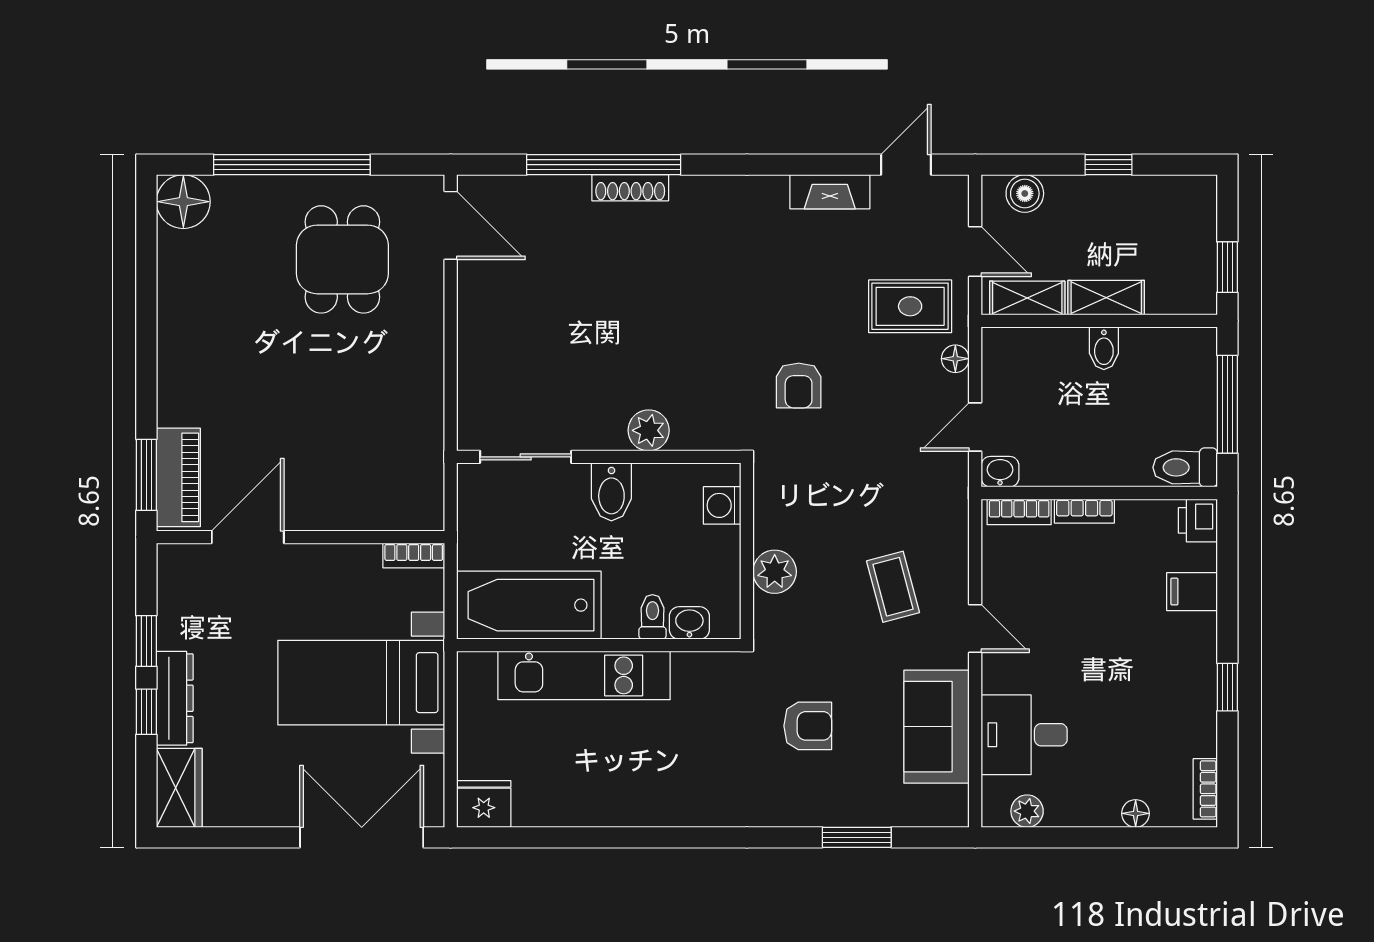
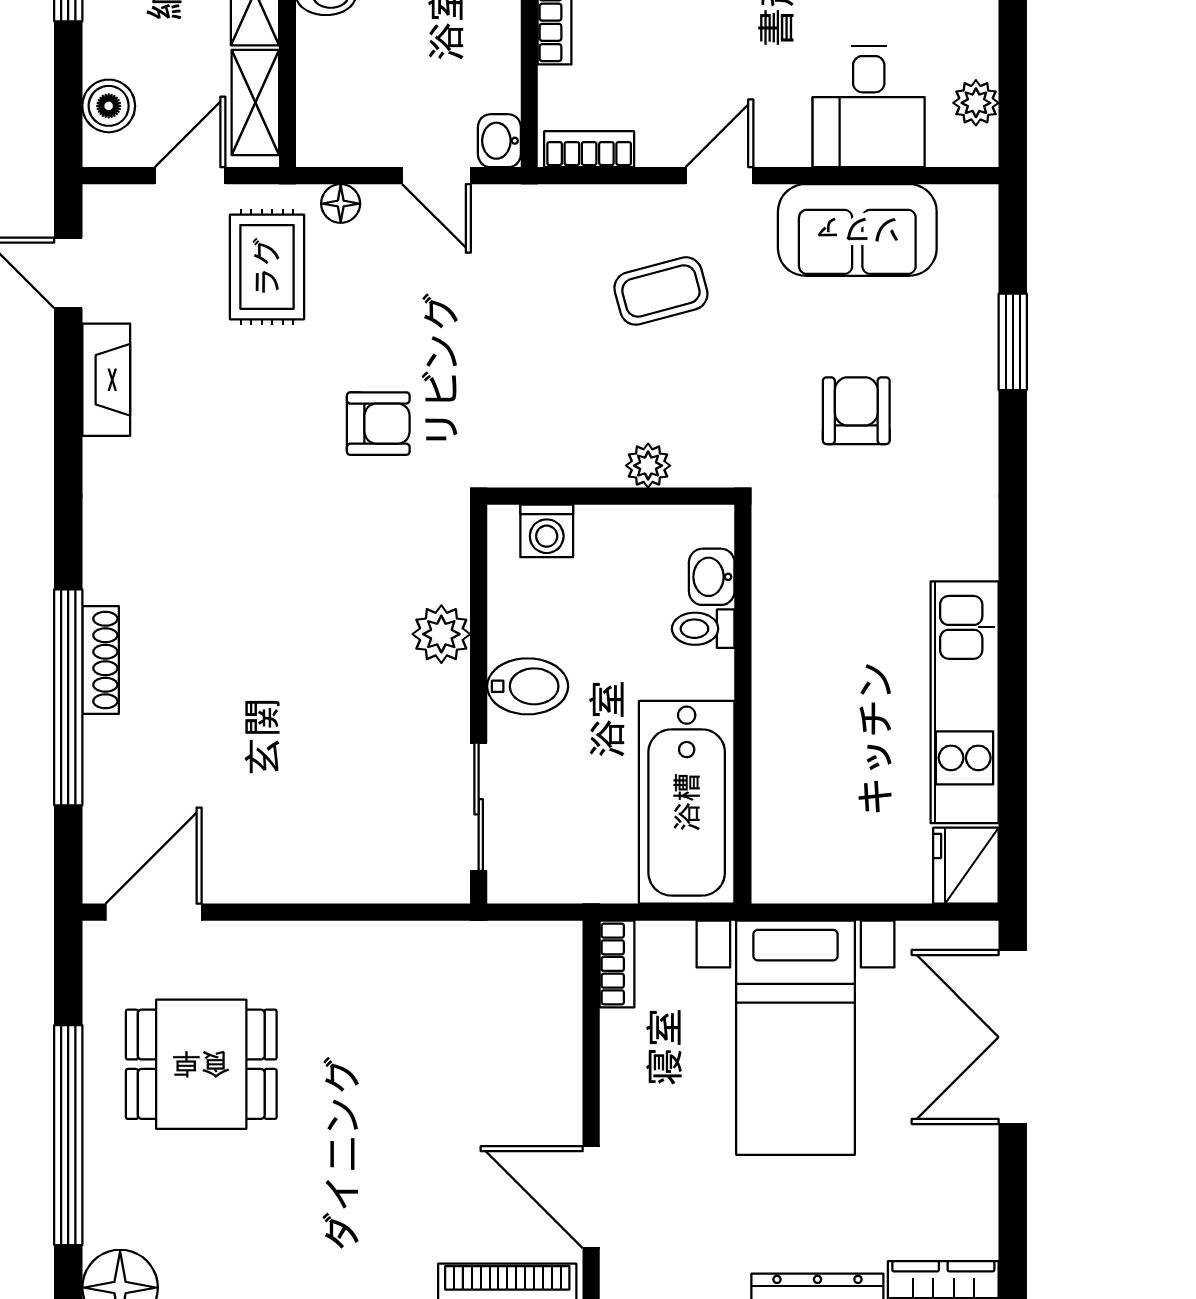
bookcase: (1019, 512) -> (589, 149), moved, turned -90
plant: (775, 572) -> (648, 466), width x0.73, depth x0.73
kitchen unit: (584, 675) -> (965, 702), moved, turned 180

